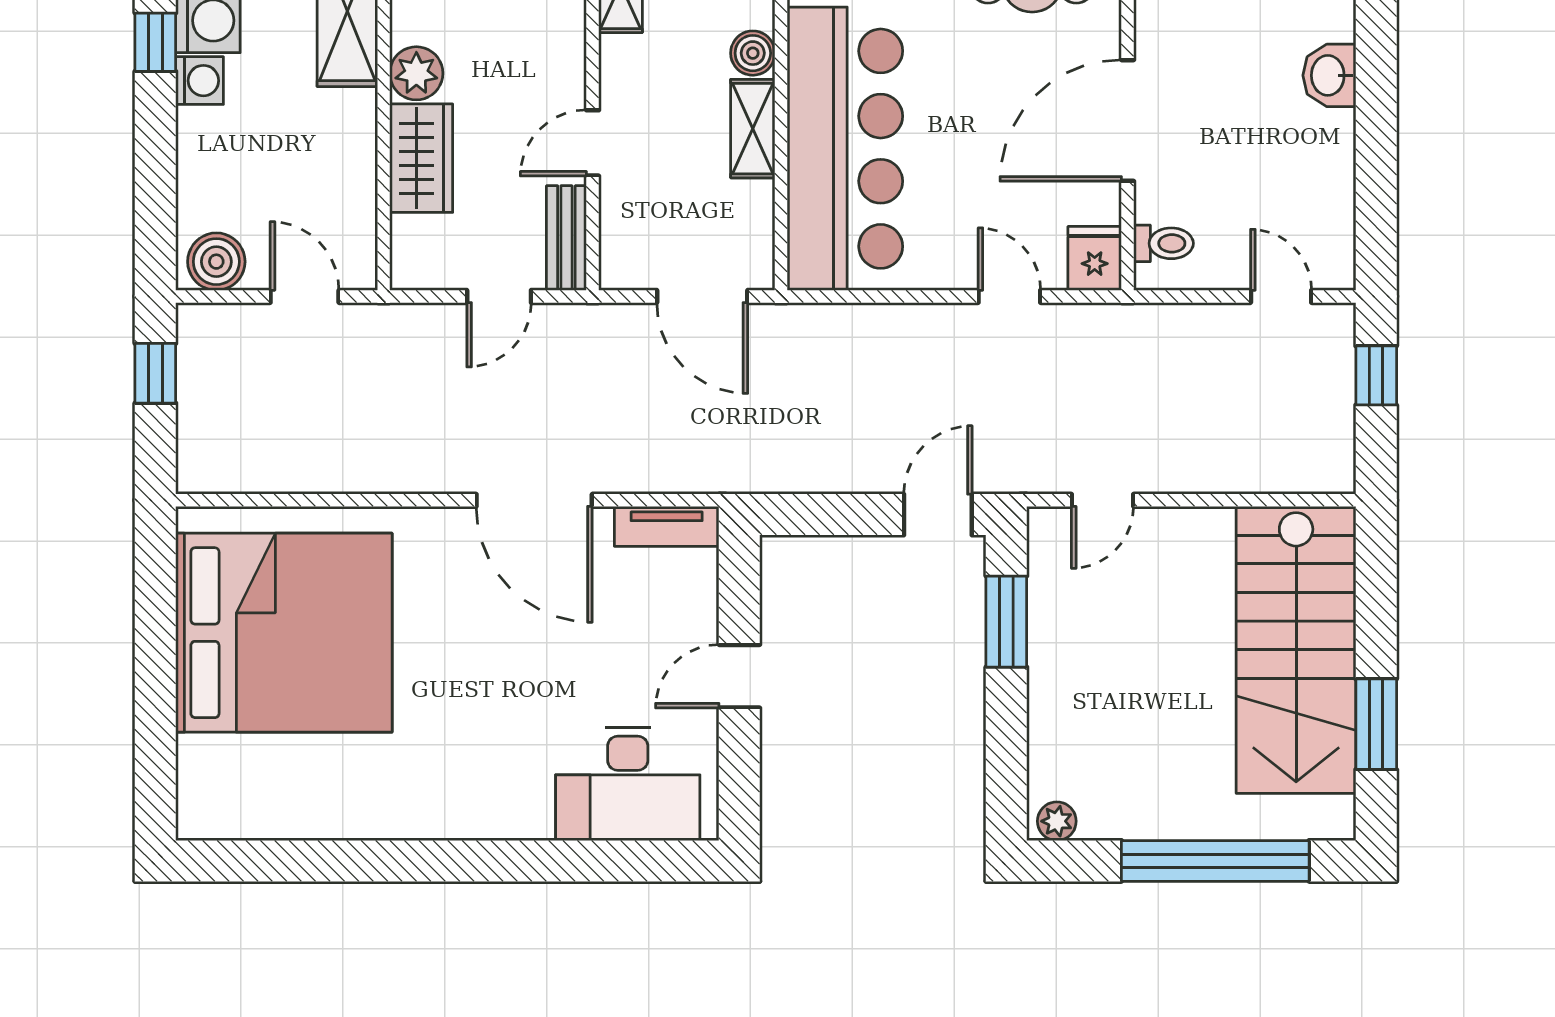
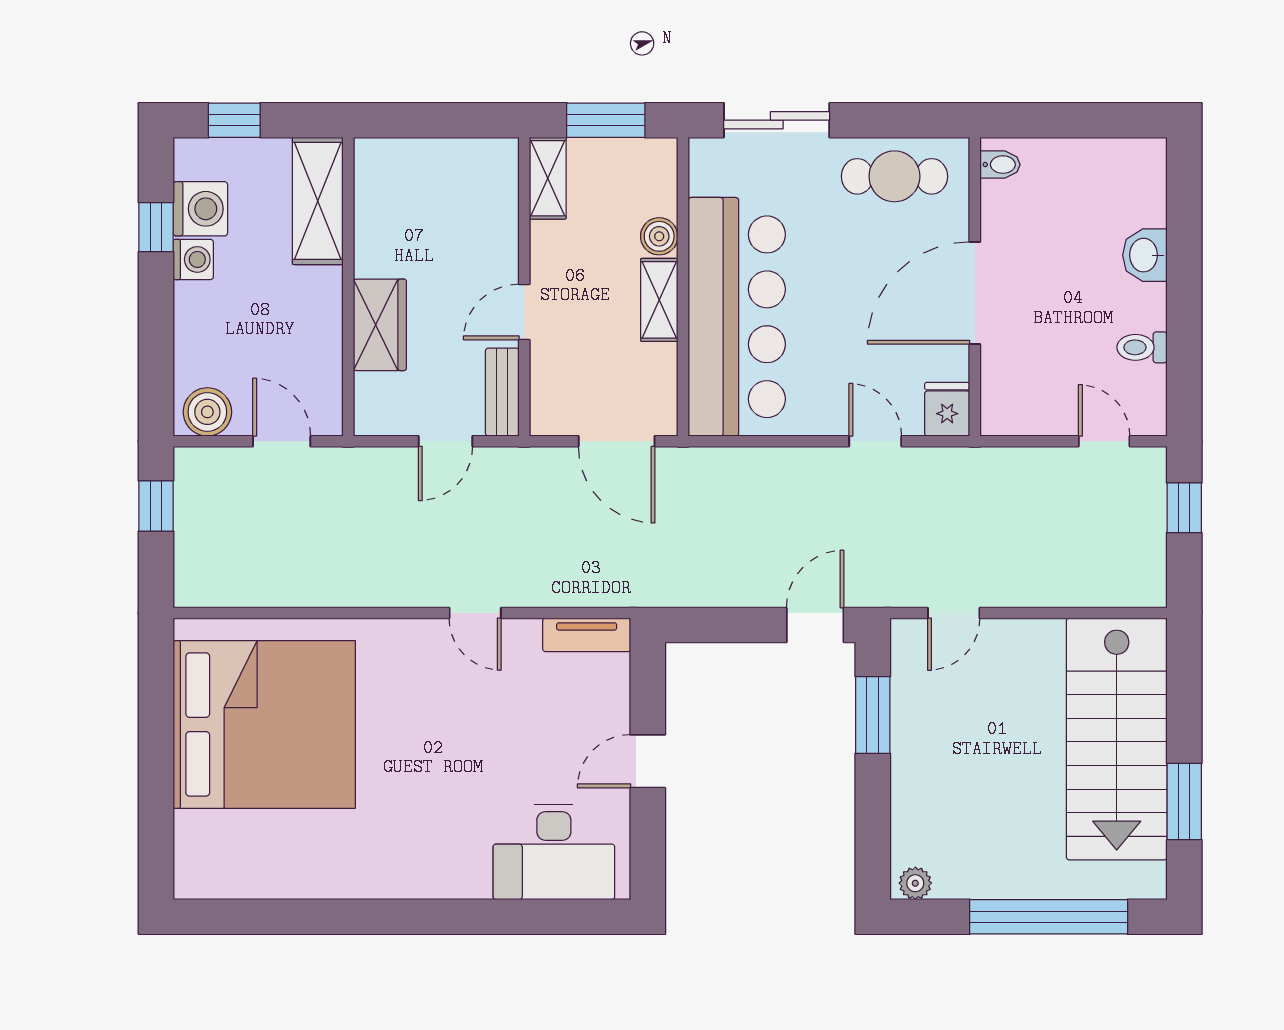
plant: (416, 73) -> (376, 253), removed
toilet: (1163, 243) -> (1142, 347), moved, turned 180
door: (534, 500) -> (475, 613), width x0.53

